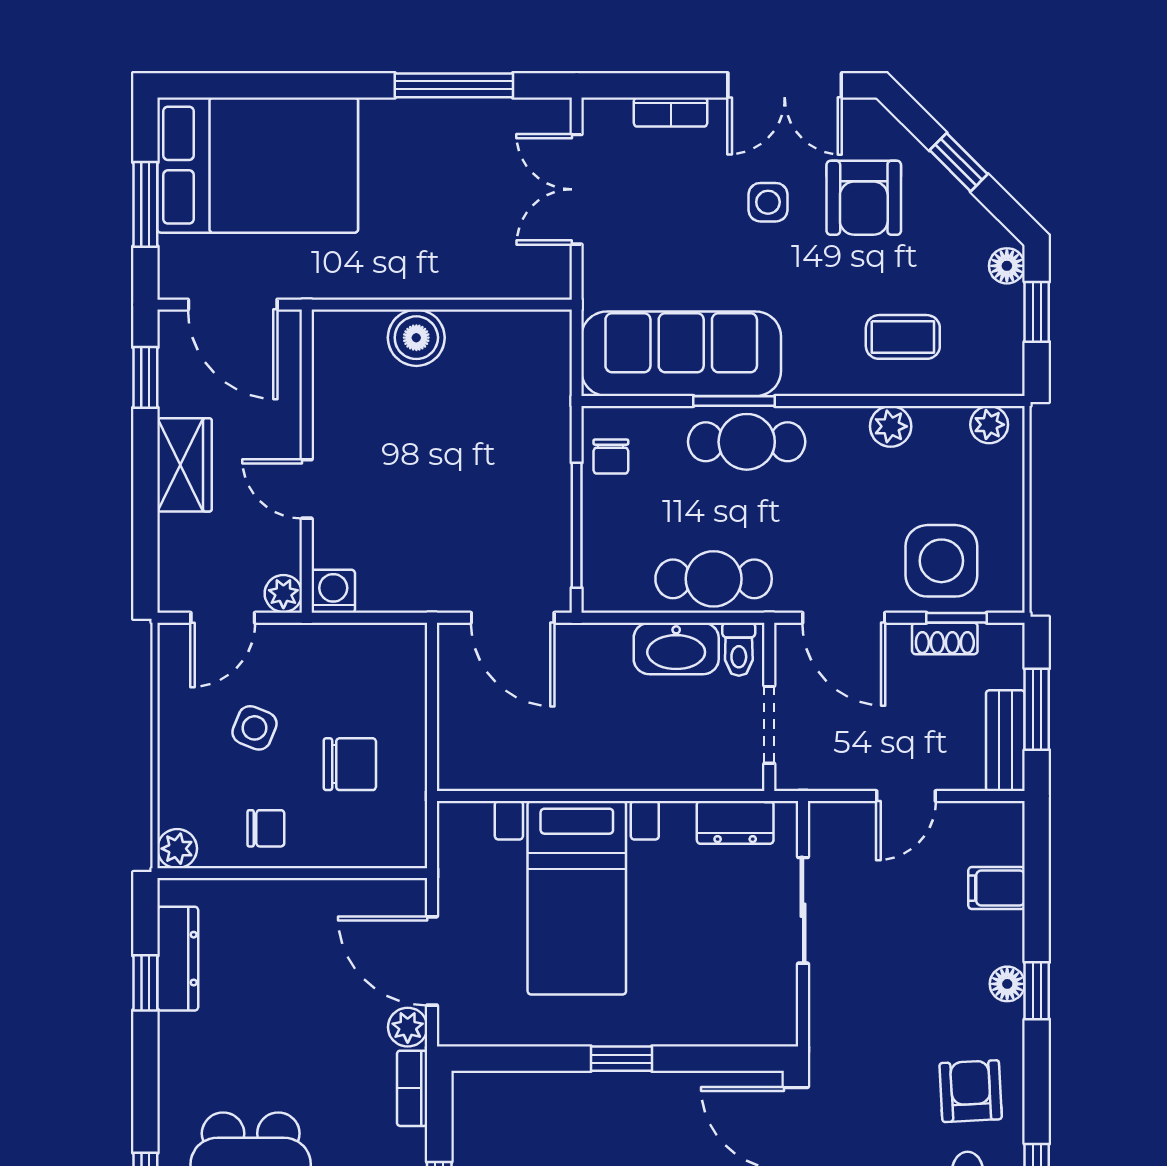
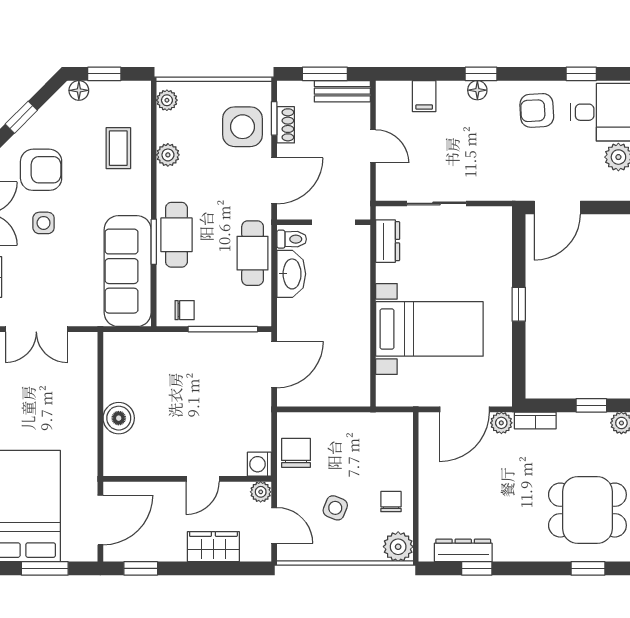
wardrobe: (185, 465) -> (213, 547), moved
chair: (350, 764) -> (296, 453), moved
plant: (177, 849) -> (398, 547), width x1.38, depth x1.38

